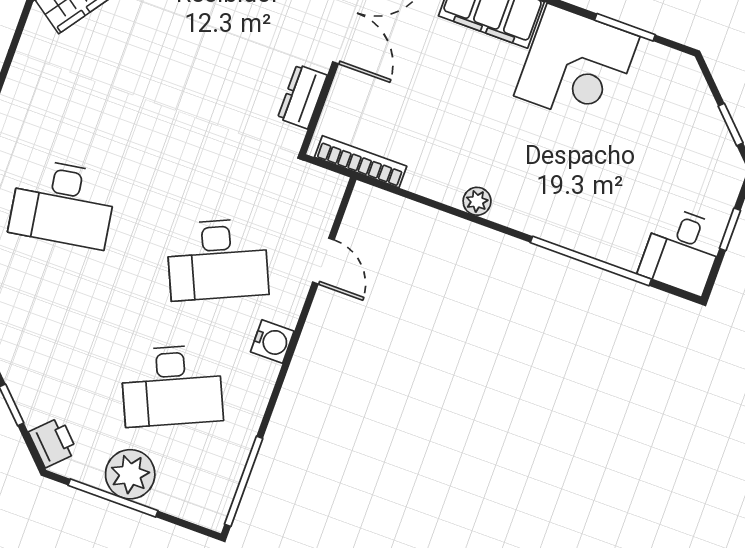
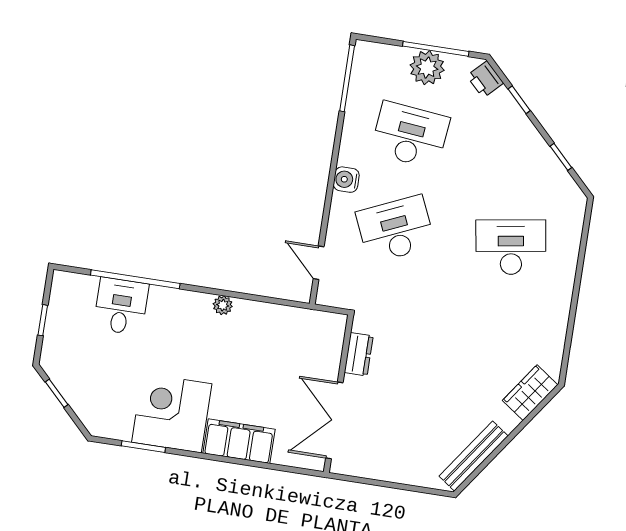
bookcase: (361, 162) -> (309, 317), removed
desk: (682, 250) -> (121, 306), moved
door: (323, 261) -> (319, 263), moved
desk: (172, 386) -> (410, 135), turned 30

